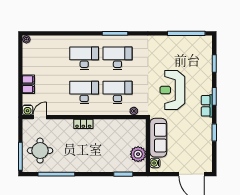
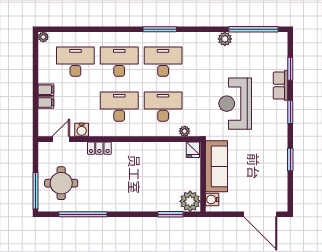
plant: (165, 41) -> (225, 39), added
desk: (51, 58) -> (75, 62), added
row of seats: (207, 106) -> (280, 86), moved
water cooler: (28, 110) -> (82, 130), moved
locker: (83, 124) -> (99, 148), moved
fridge: (140, 125) -> (193, 150), added
plant: (138, 154) -> (190, 201), moved

